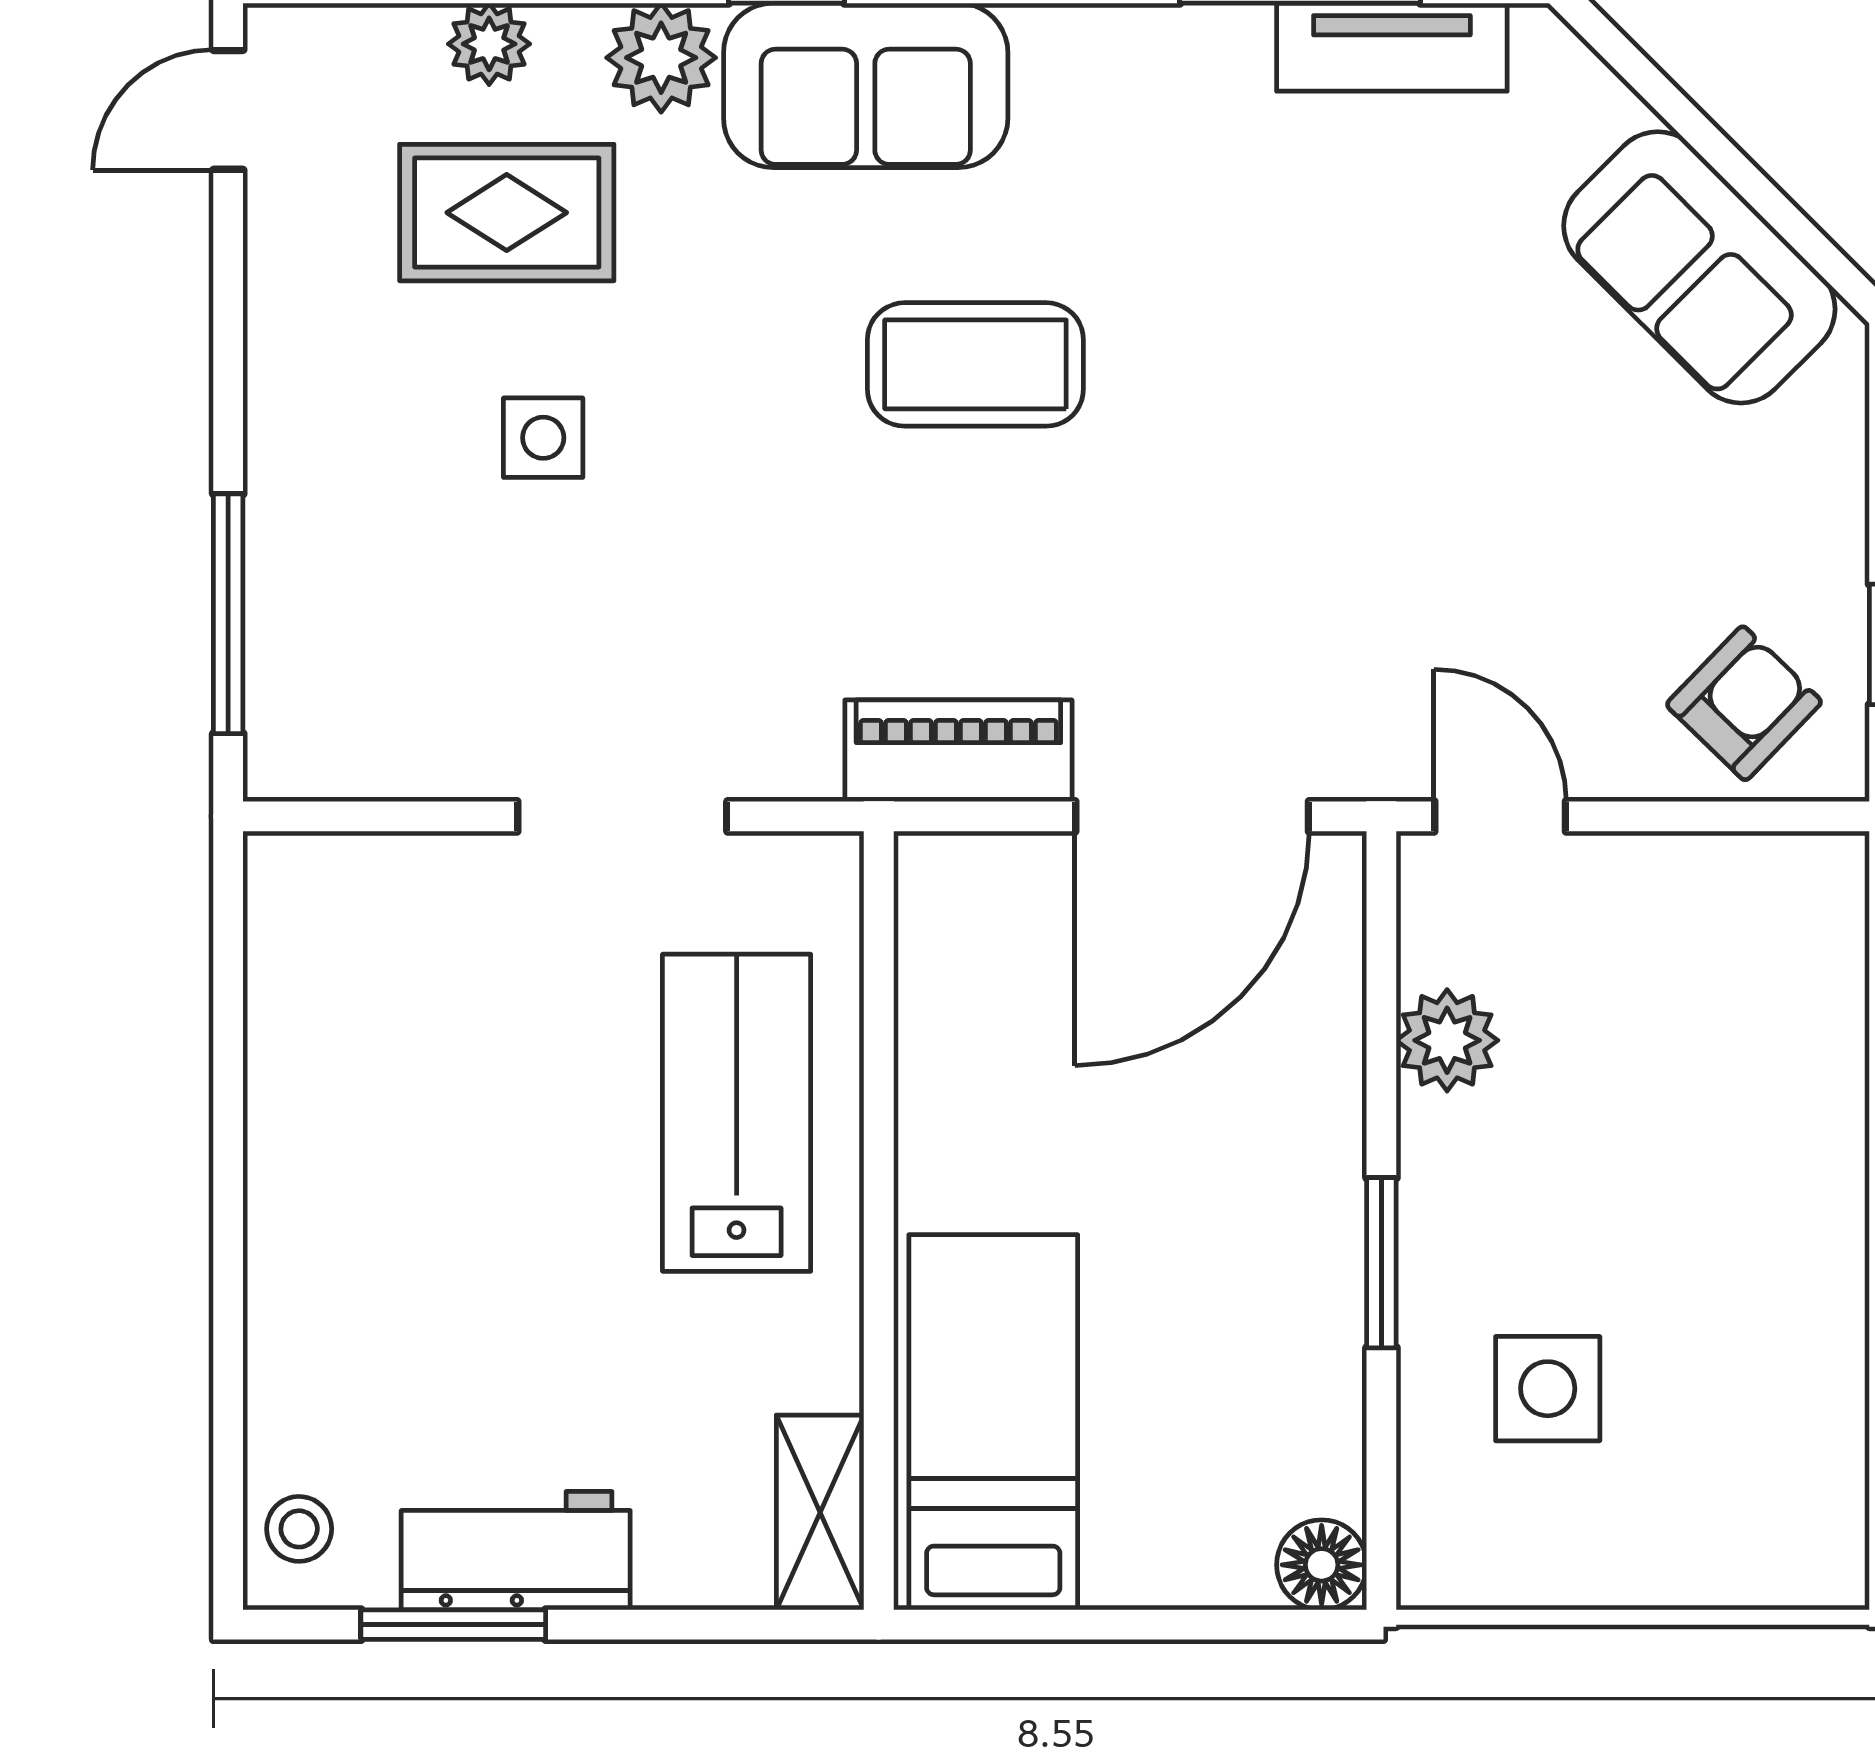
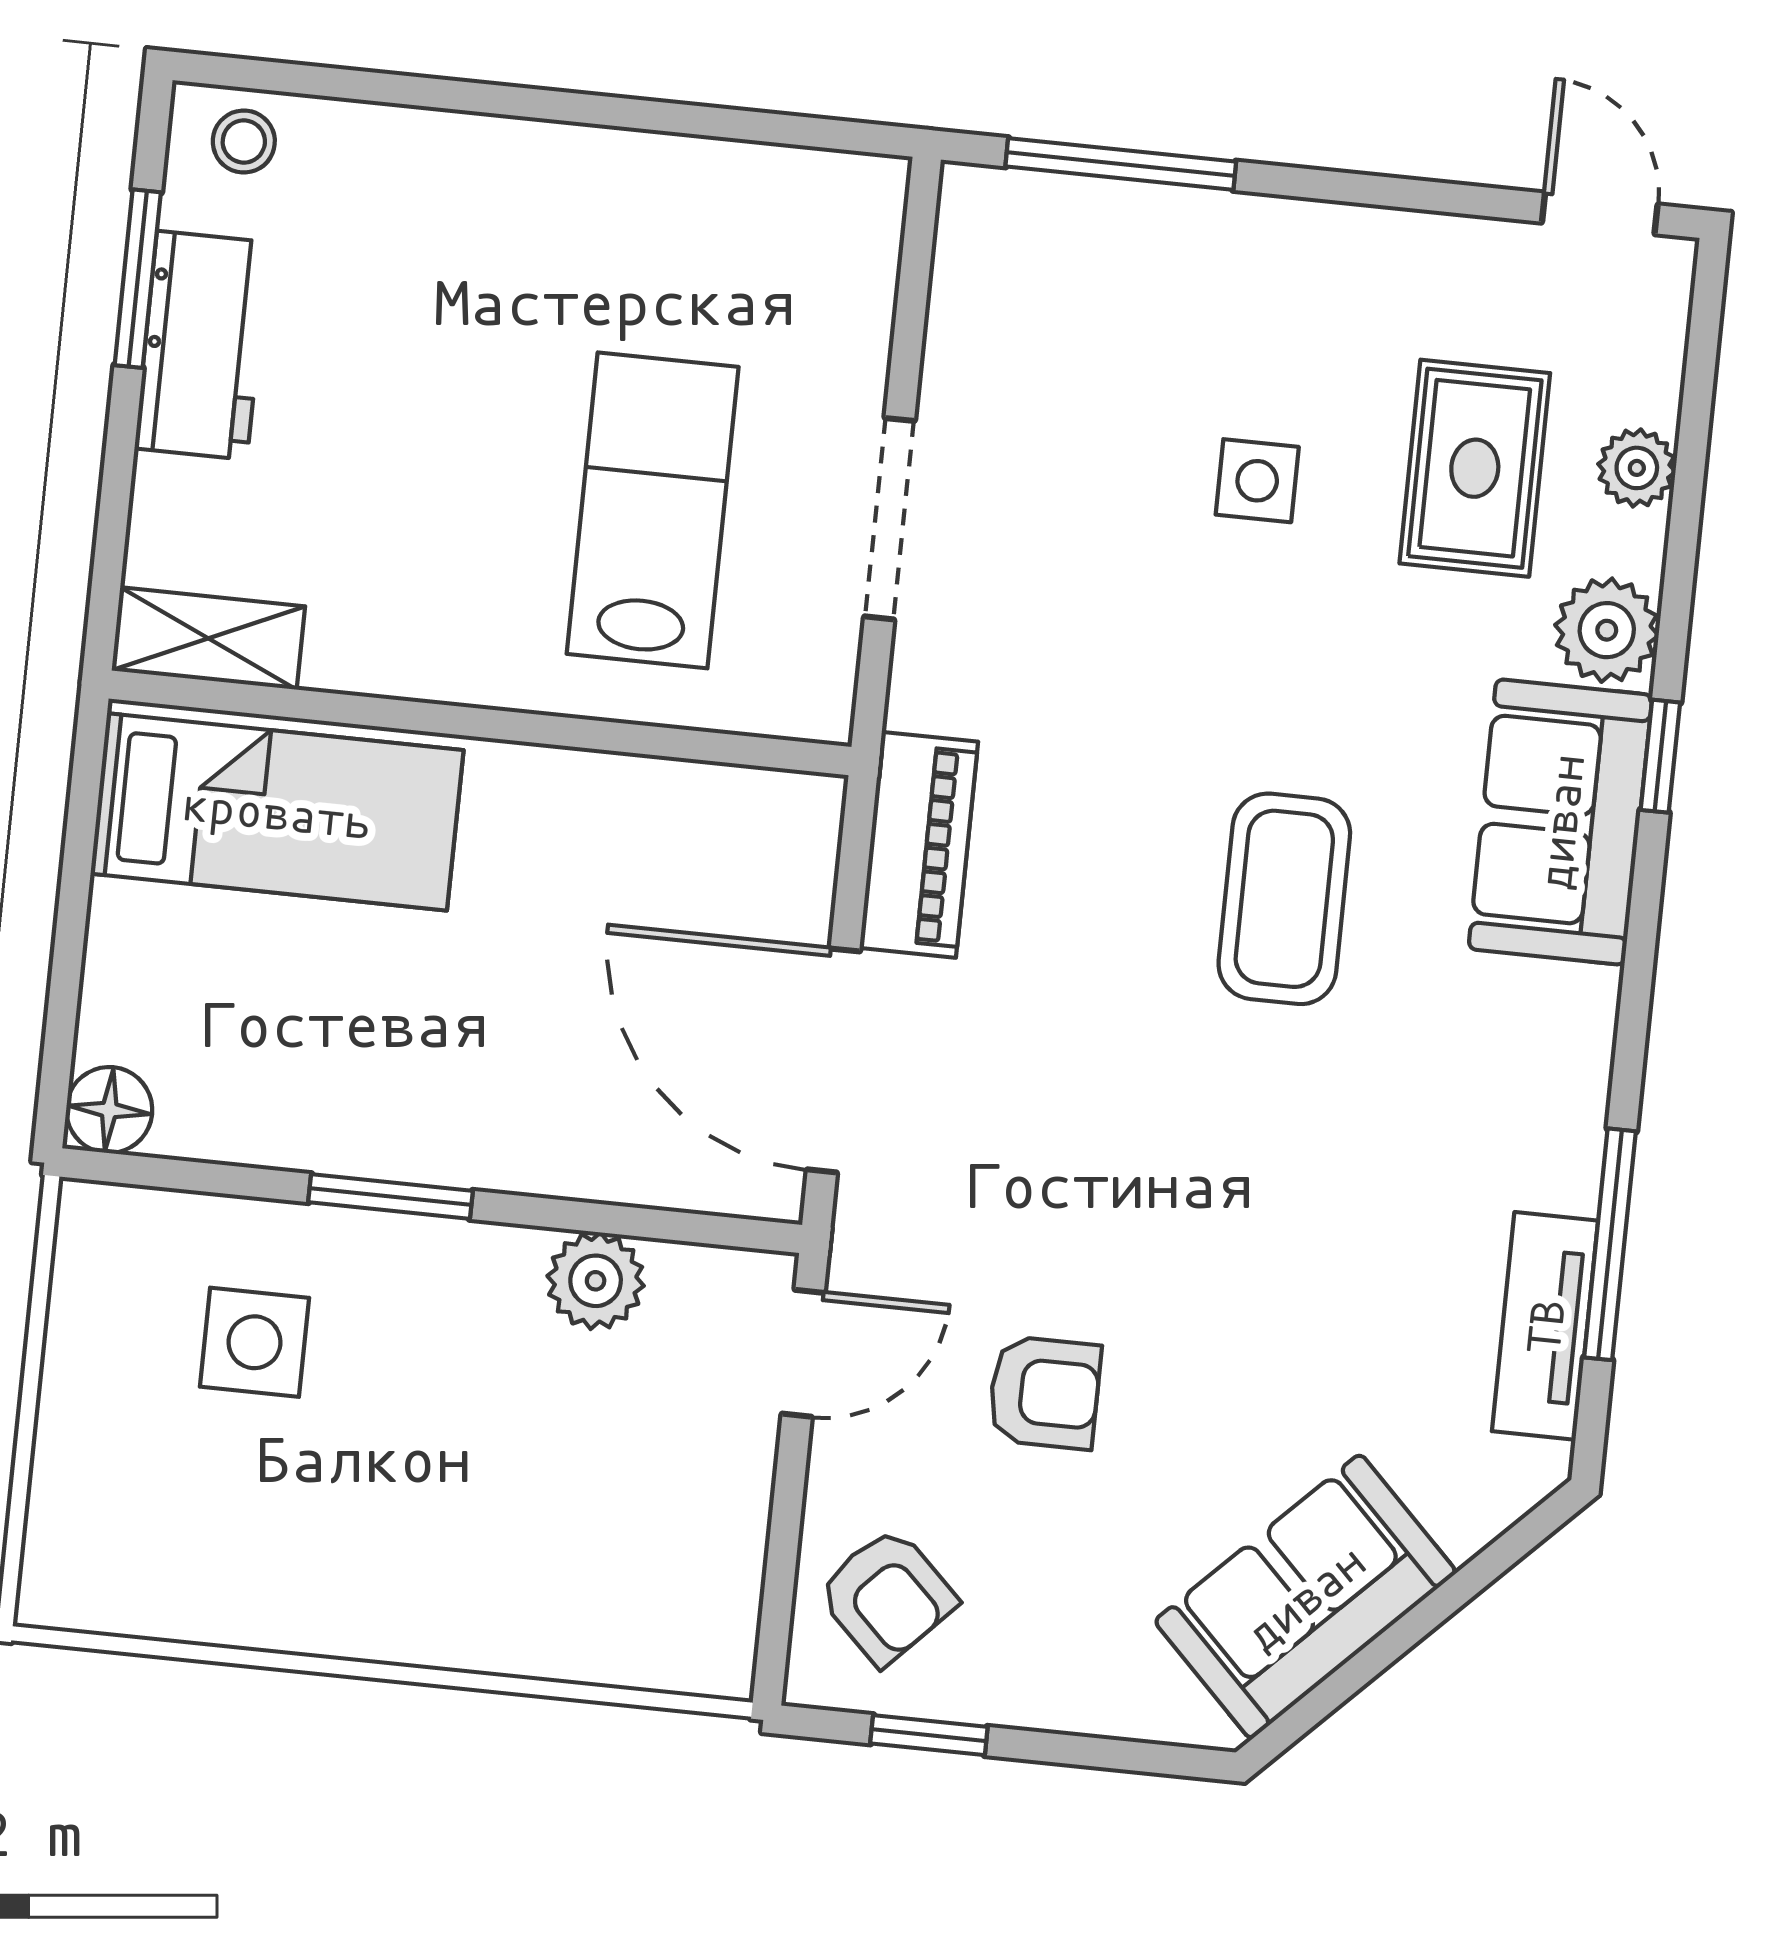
armchair: (1515, 561) -> (1045, 1393), added
lab bench: (737, 1113) -> (653, 510), moved, turned -90

